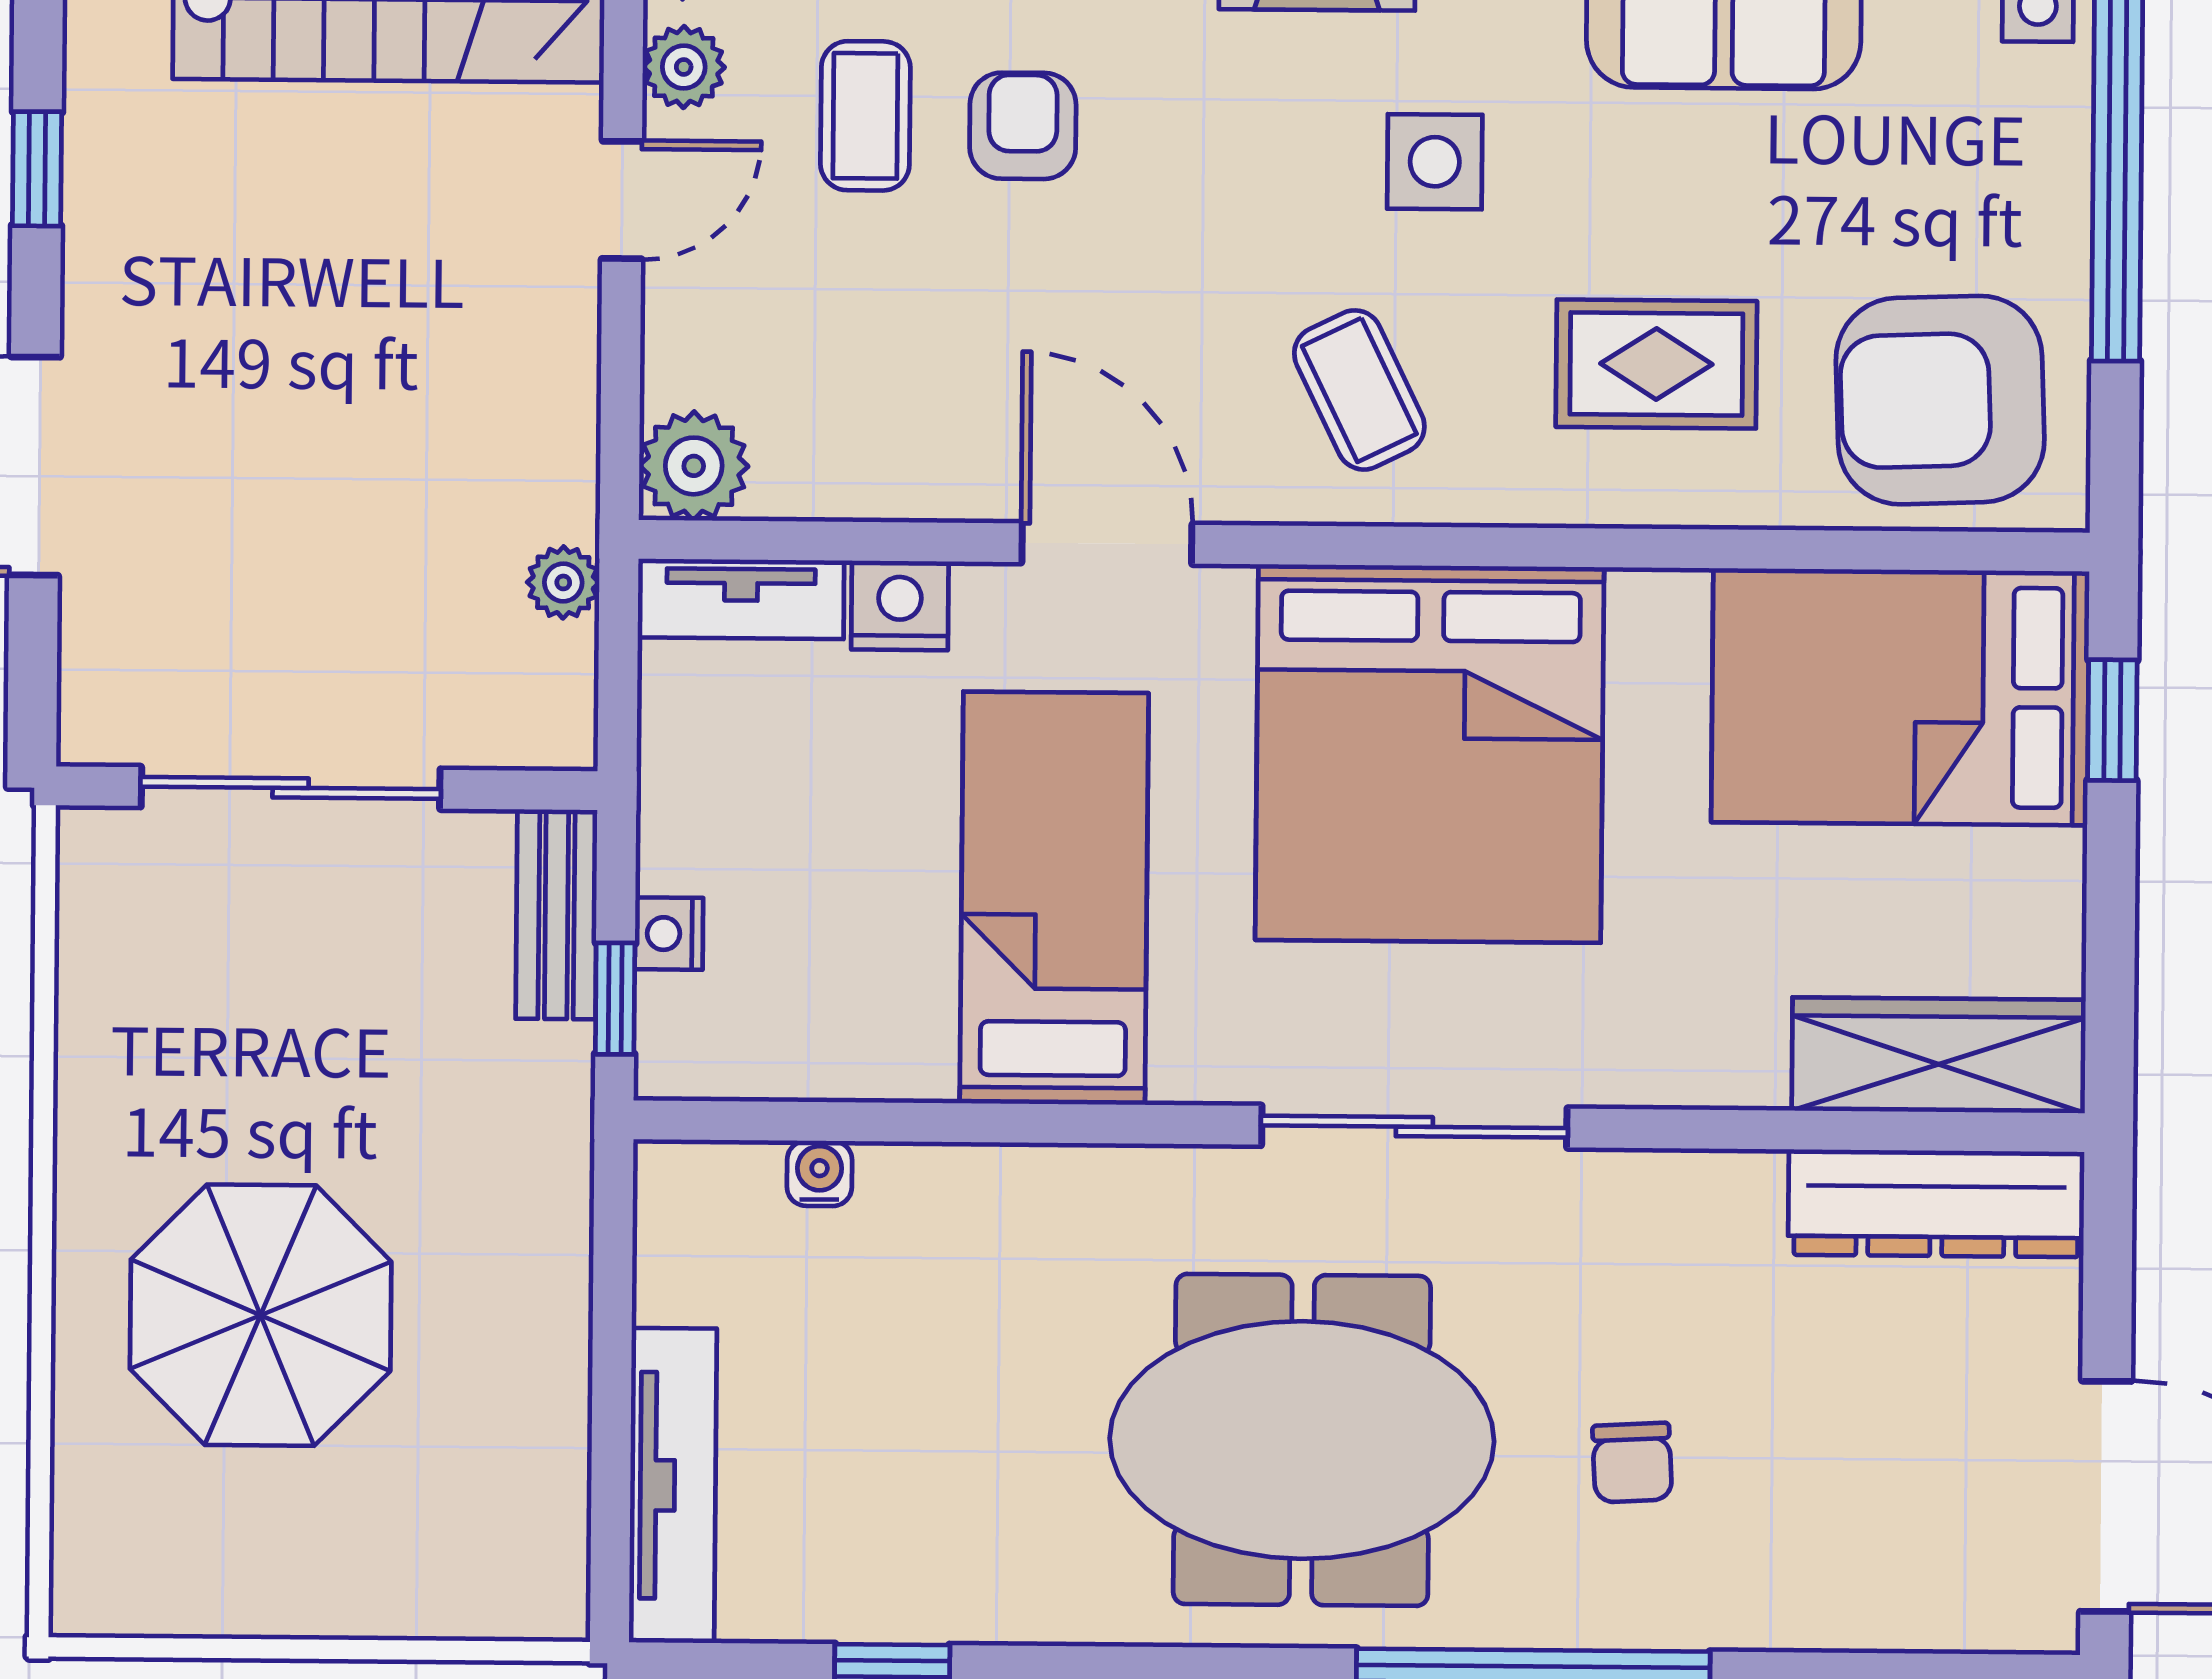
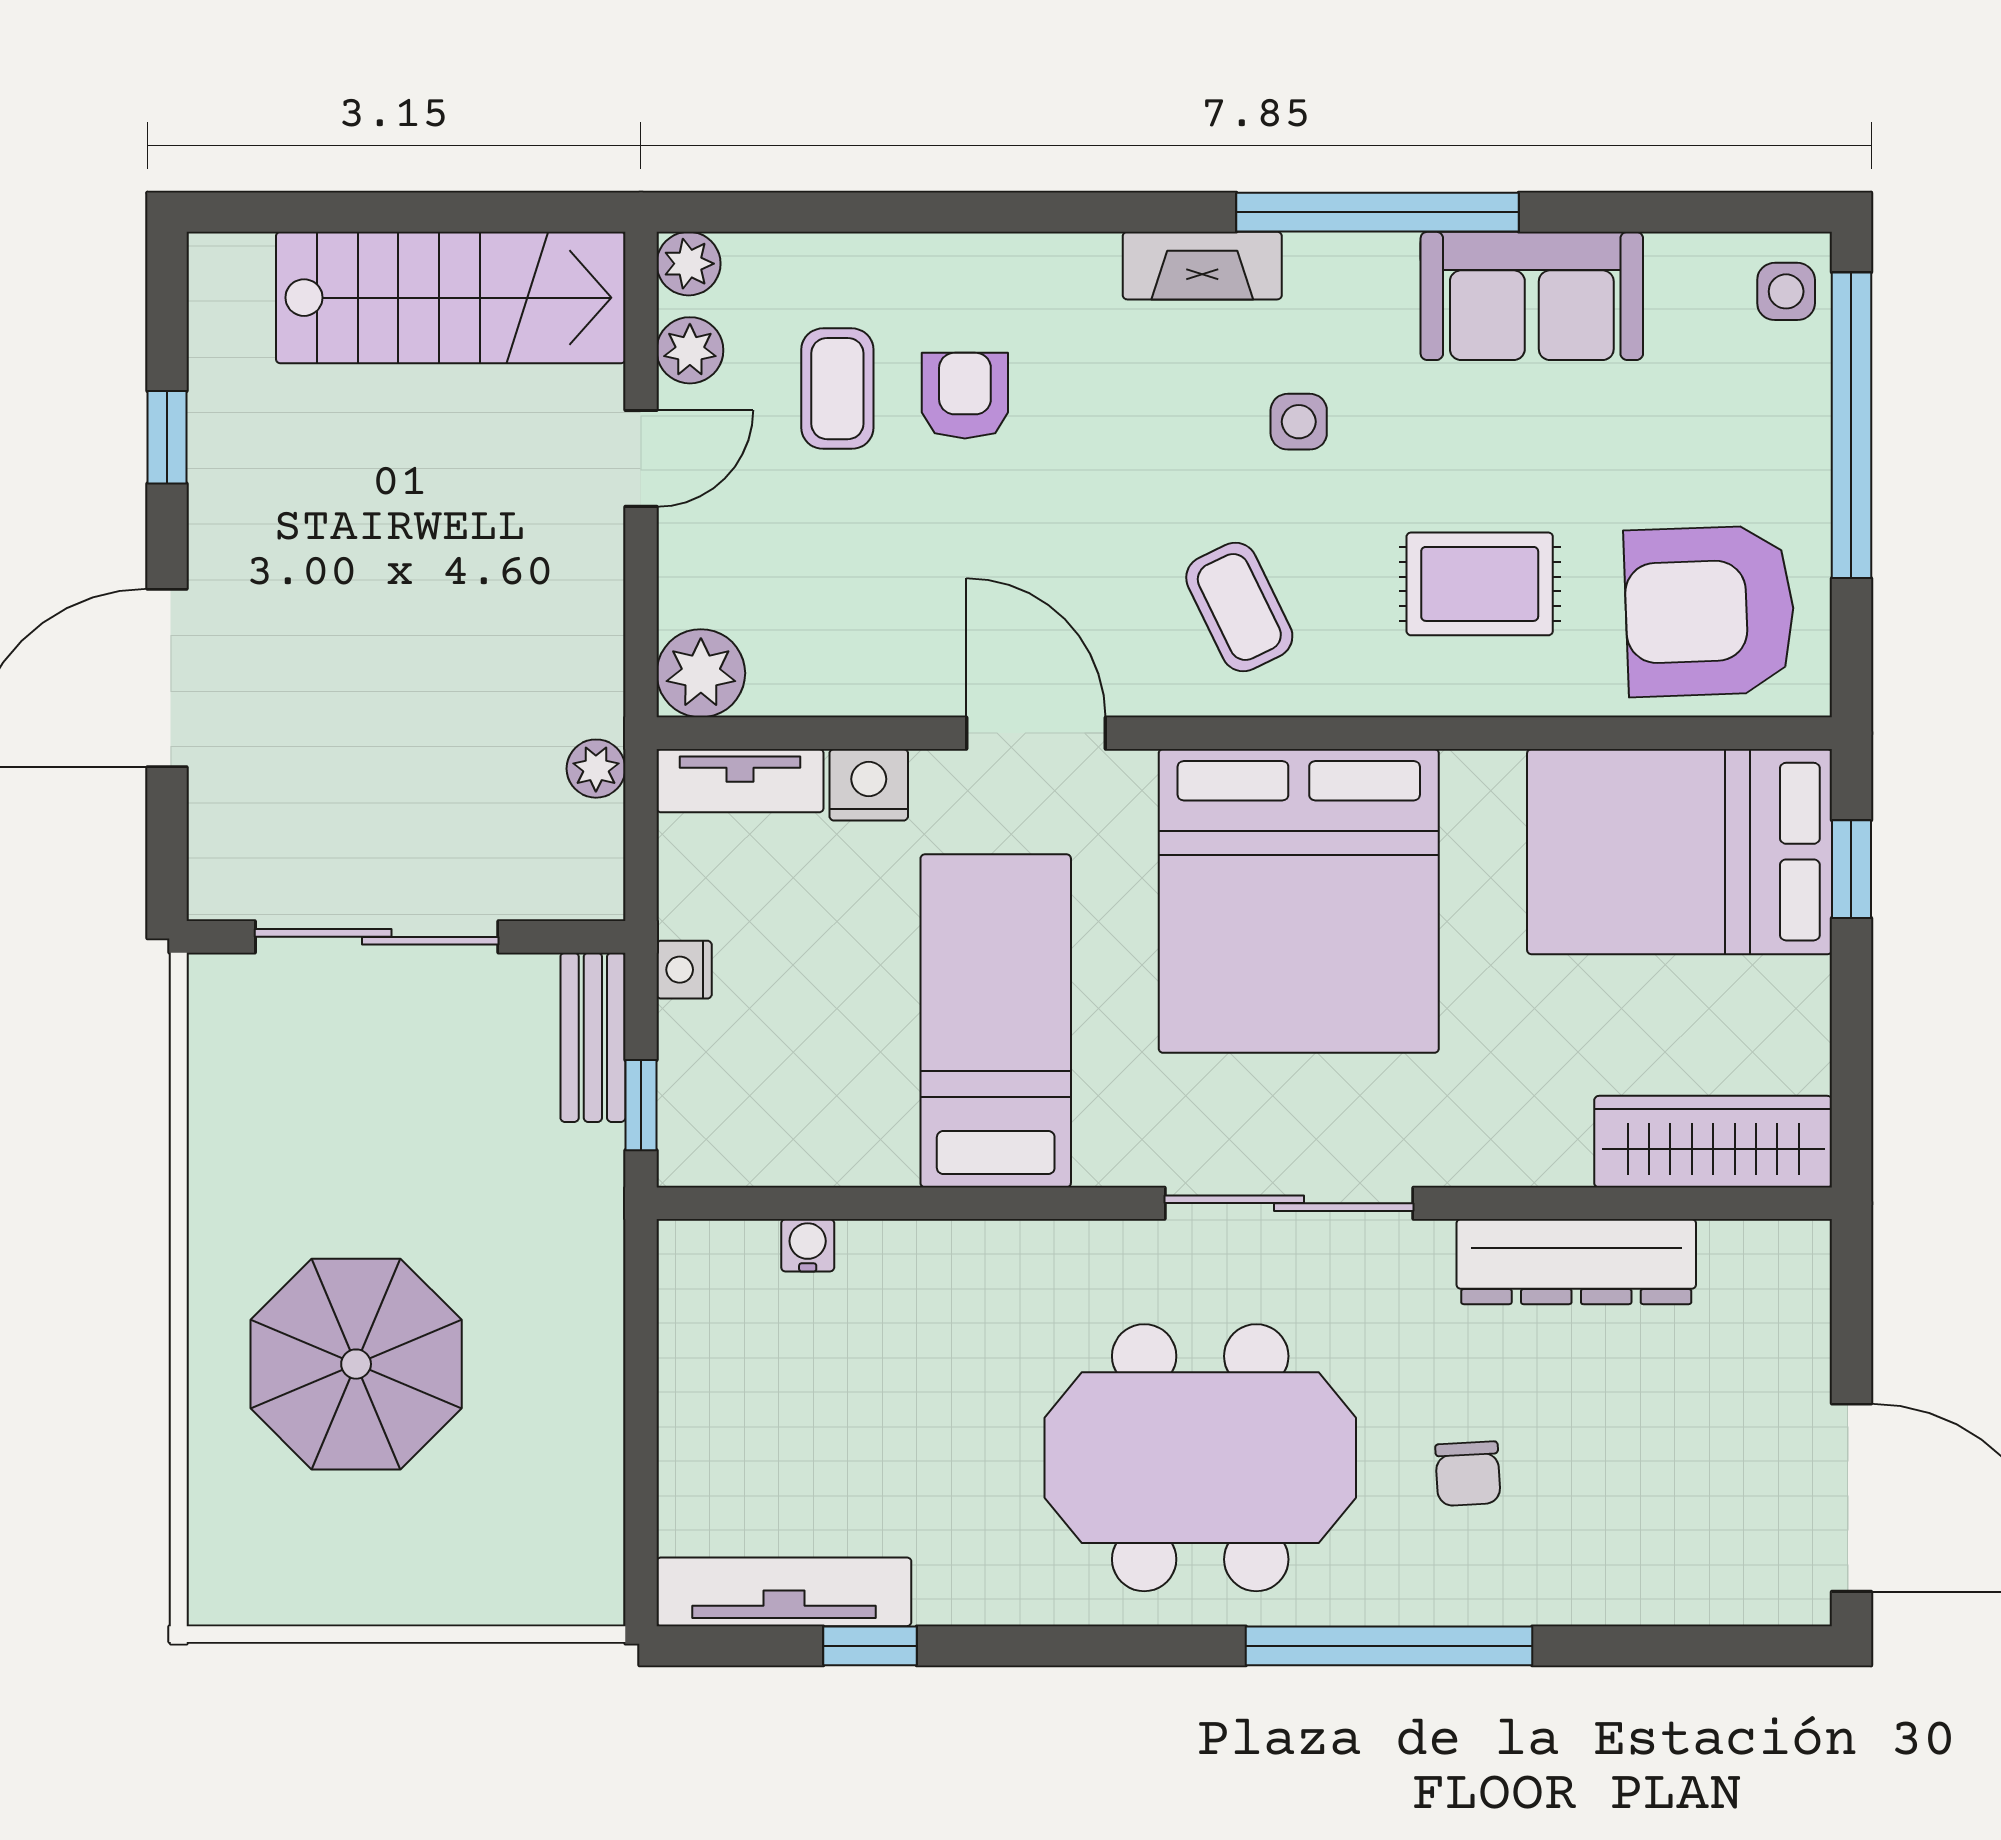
side table: (1435, 162) -> (1299, 422), width x0.73, depth x0.73
nightstand: (669, 934) -> (684, 970), moved
dresser: (1936, 1203) -> (1576, 1262), moved
tv unit: (673, 1485) -> (784, 1592), moved, turned -90

